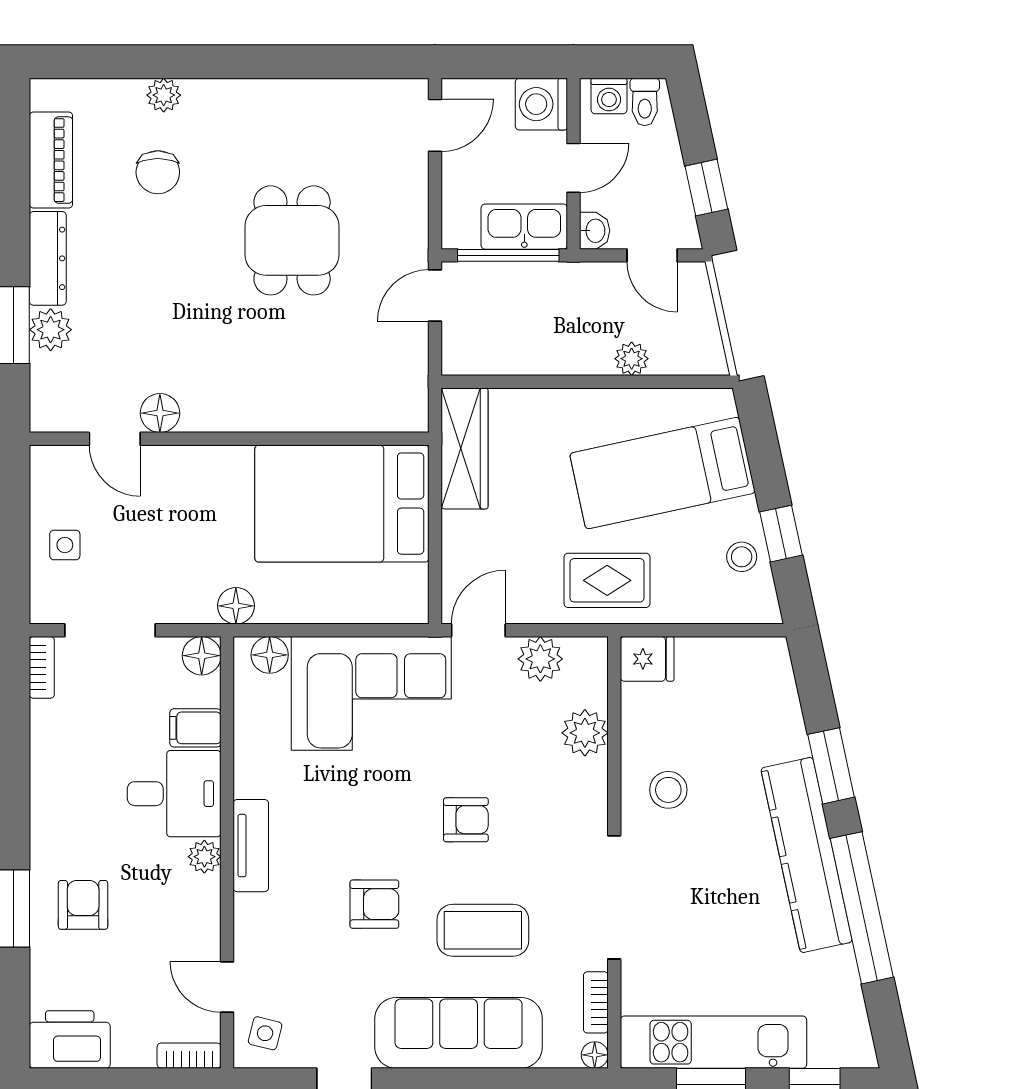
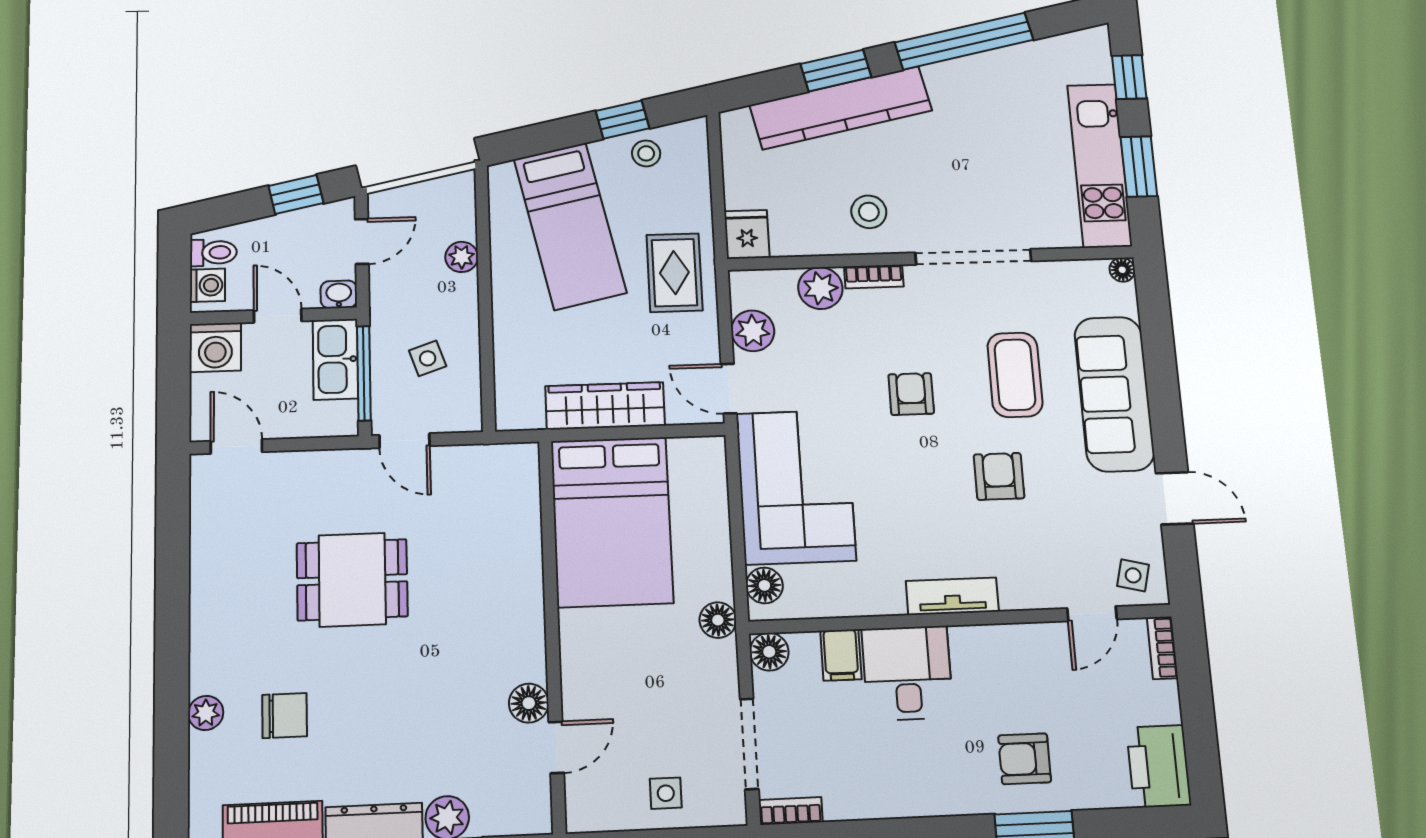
side table: (522, 321) -> (428, 358), added
wardrobe: (464, 448) -> (605, 406), moved
kitchen counter: (807, 855) -> (841, 108), moved
plant: (204, 857) -> (967, 641), removed
bookcase: (596, 1002) -> (874, 277), moved

